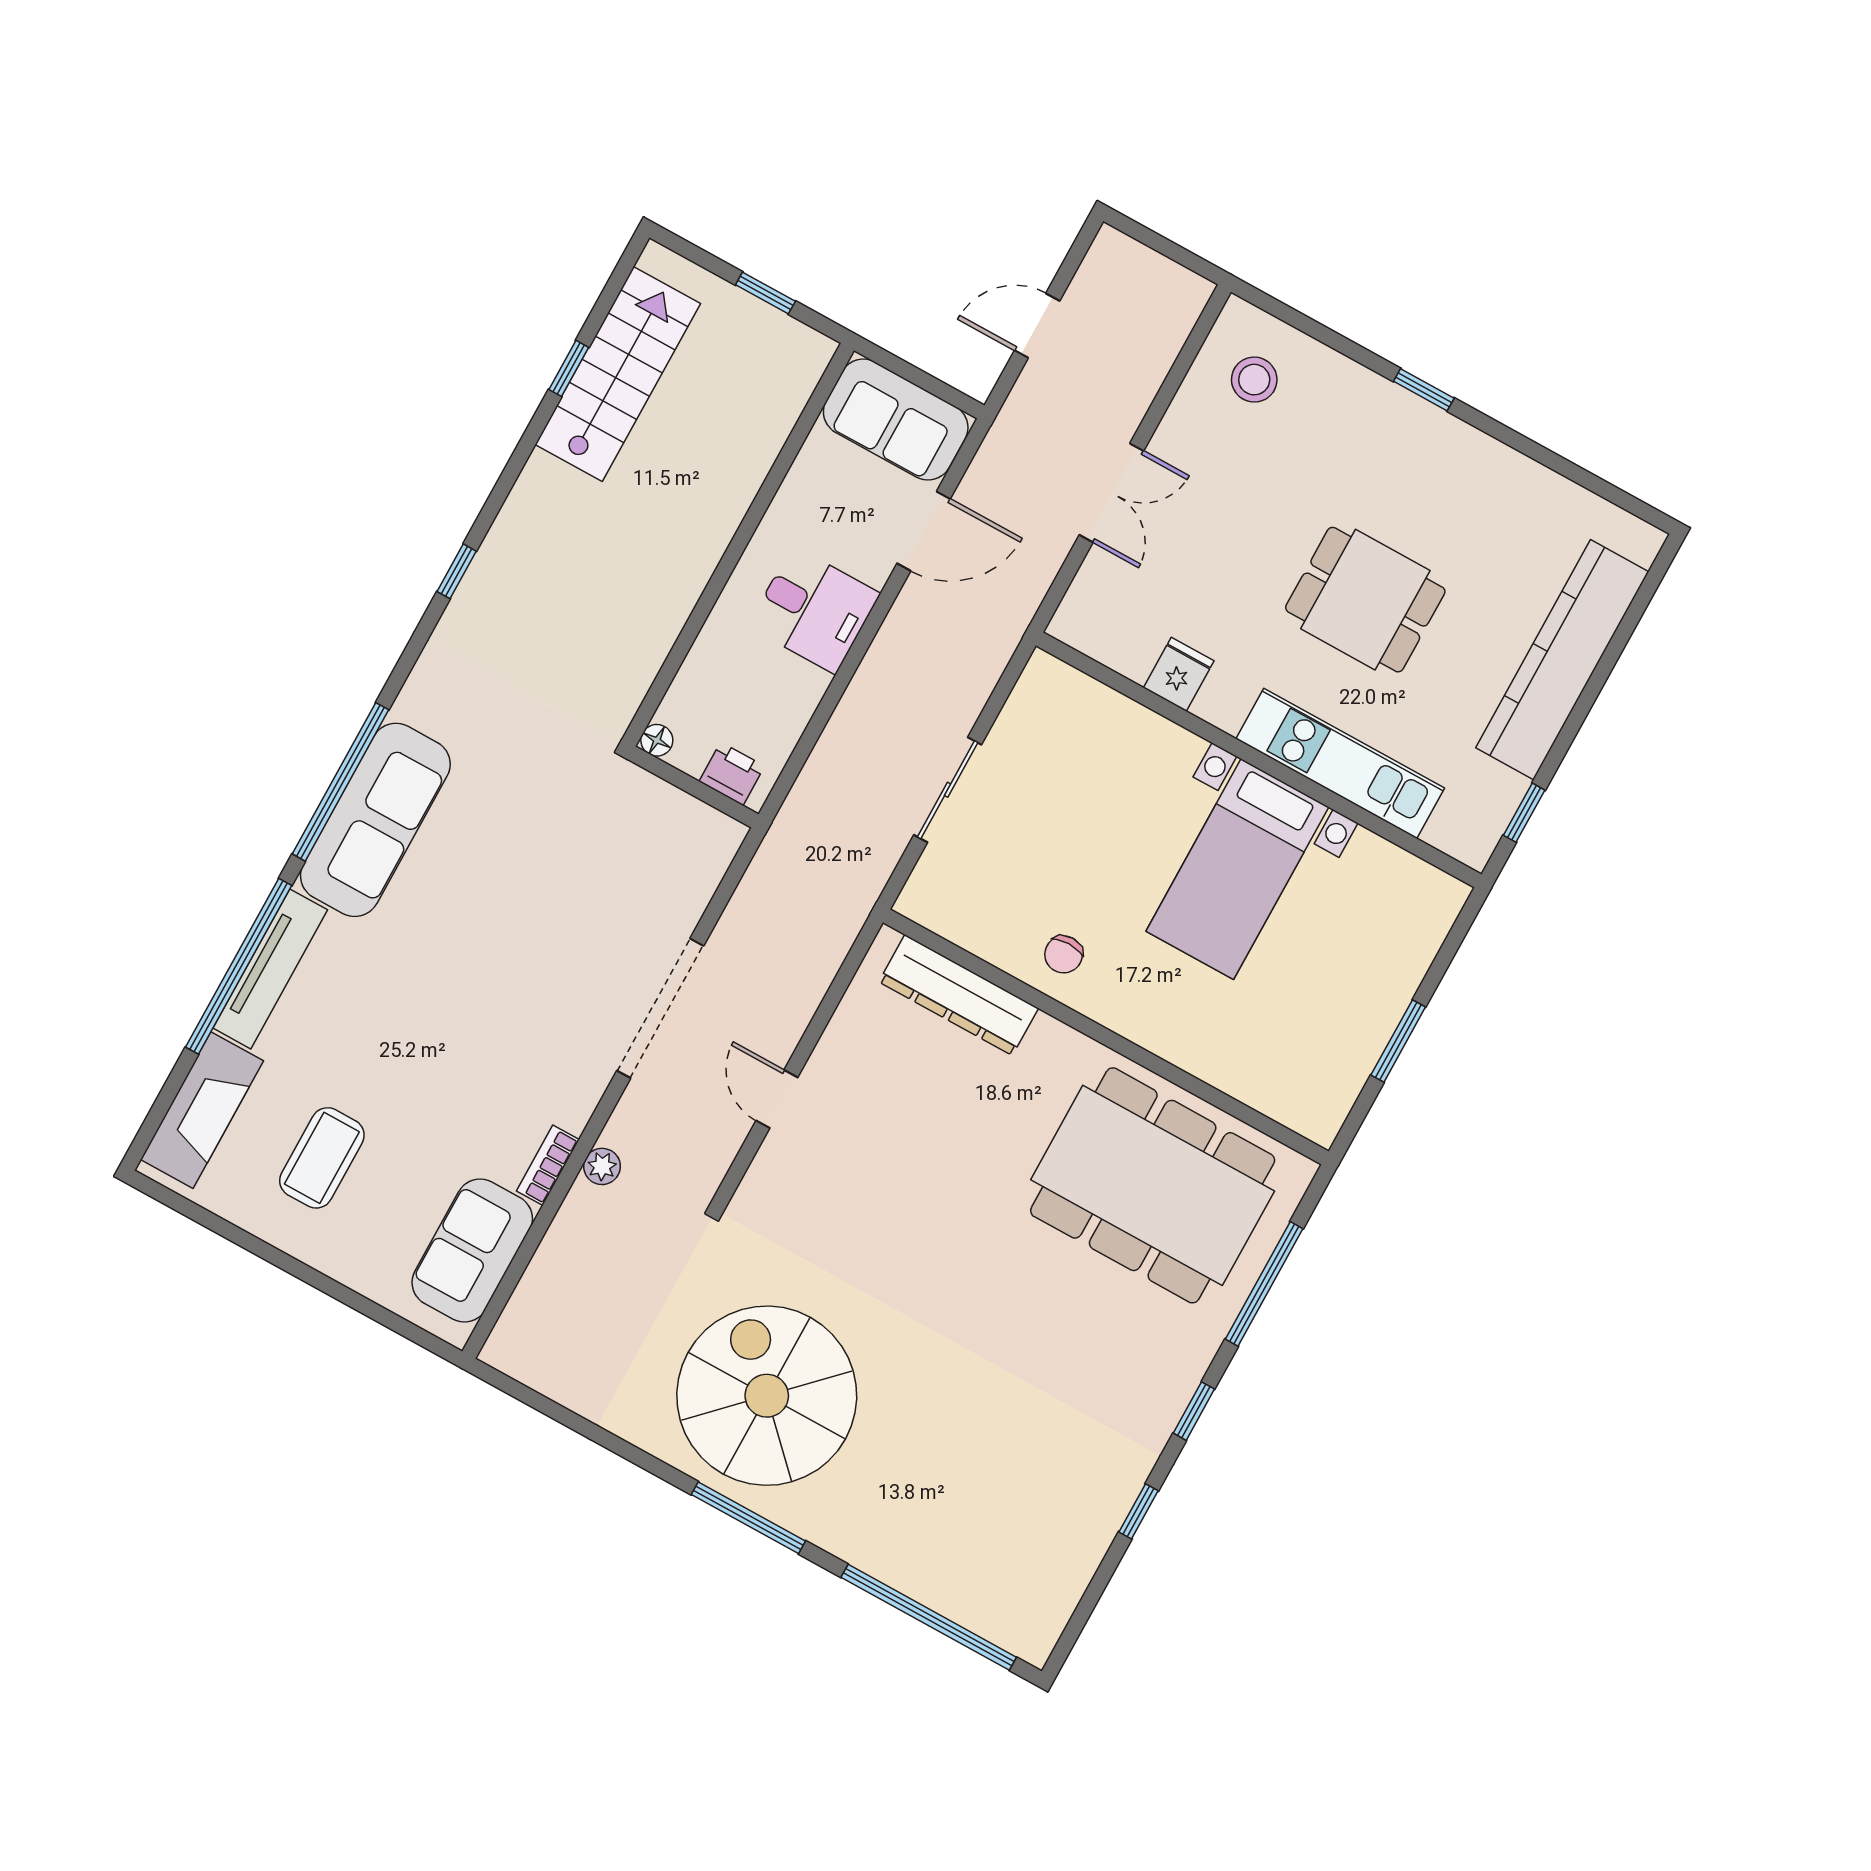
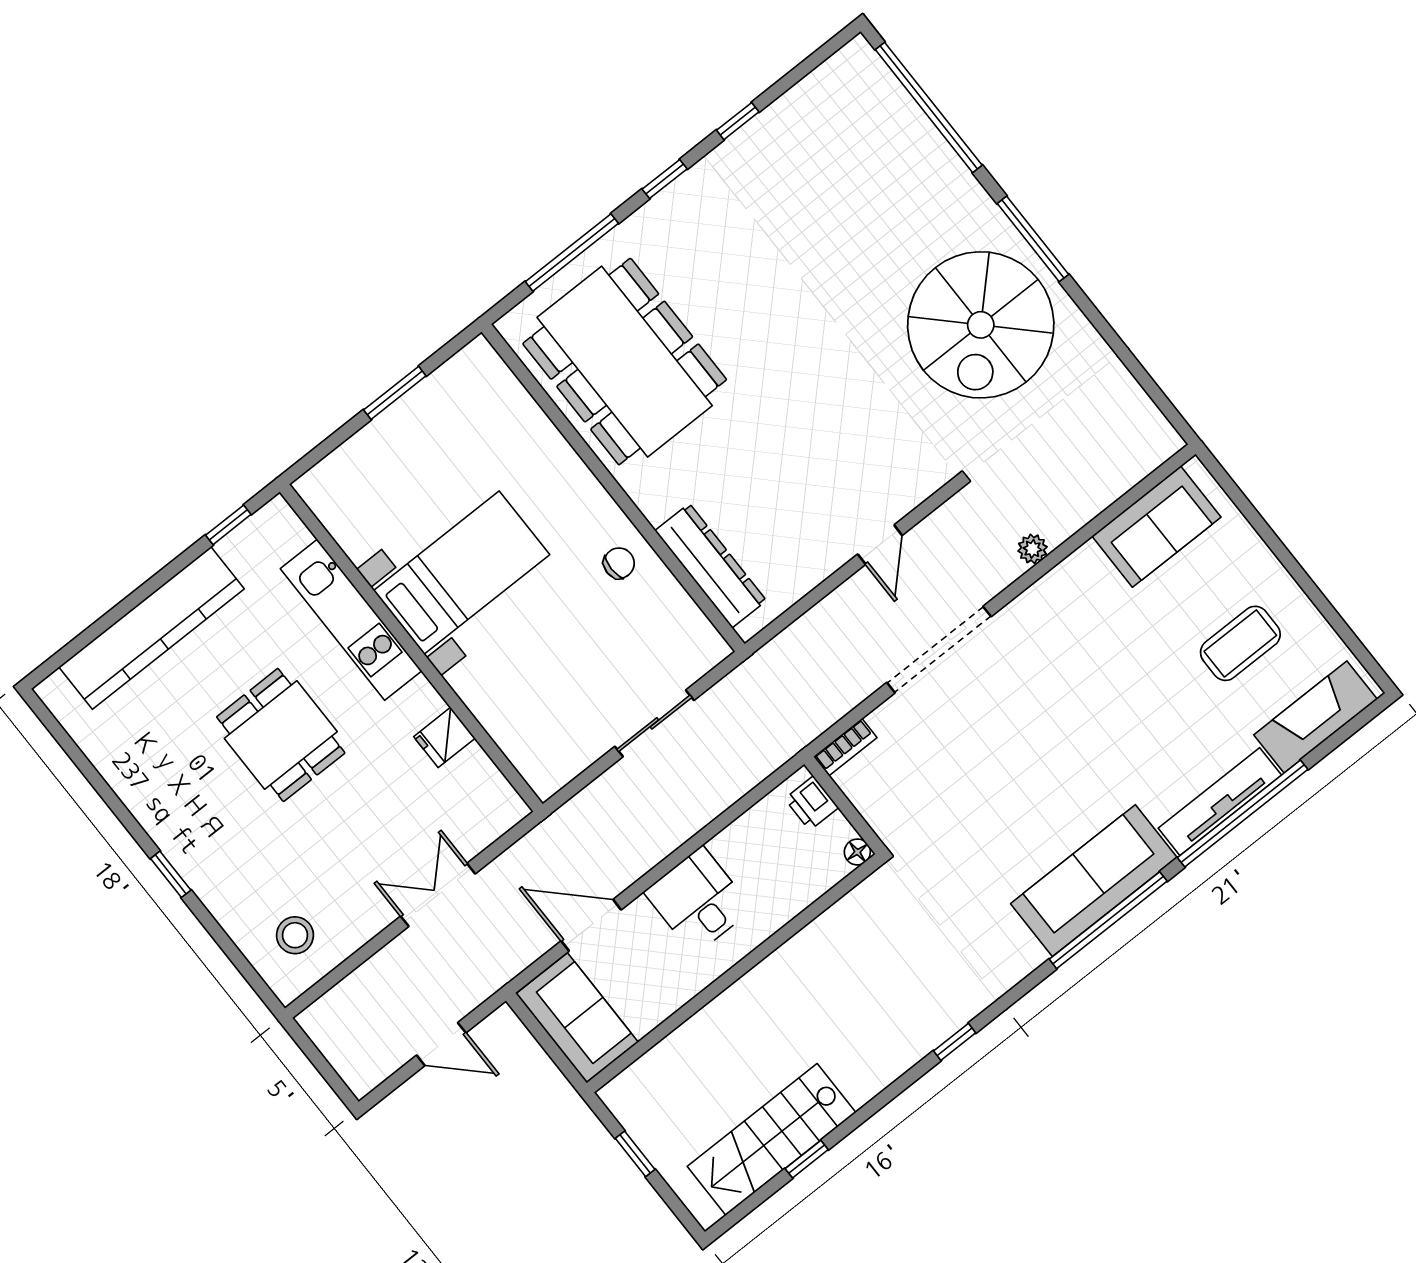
bookcase: (548, 1165) -> (845, 747), moved

